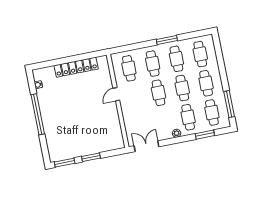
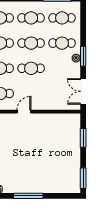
door: (116, 94) -> (24, 112), swing flipped
window: (38, 114) -> (28, 196), width x0.68
window: (205, 135) -> (83, 56), moved
window: (91, 157) -> (83, 138), moved

